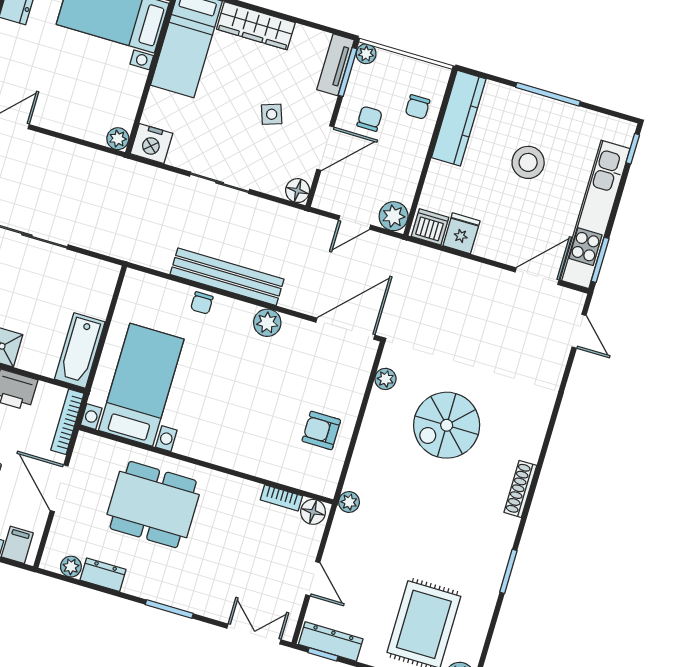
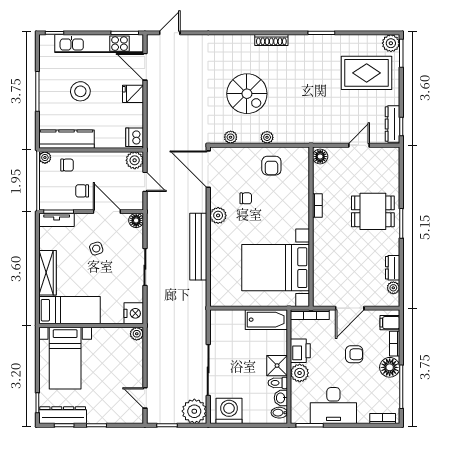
plant: (366, 54) -> (45, 158), moved
fridge: (461, 233) -> (133, 94), moved
chair: (202, 303) -> (246, 198), moved
bed with nightstands: (141, 385) -> (276, 268), width x1.36
bookcase: (281, 498) -> (317, 205), moved
plant: (349, 502) -> (267, 137), moved
dining table: (153, 505) -> (373, 211), moved, width x0.73
double door: (254, 634) -> (401, 170), removed

